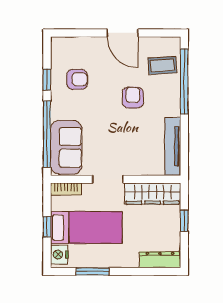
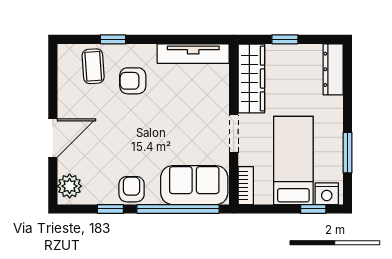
door: (122, 33) -> (53, 138), moved
plant: (65, 46) -> (70, 186), added
armchair: (77, 79) -> (132, 189), moved
window: (184, 82) -> (113, 39), width x0.32
armchair: (133, 97) -> (133, 81), moved
window: (47, 227) -> (313, 209), moved

